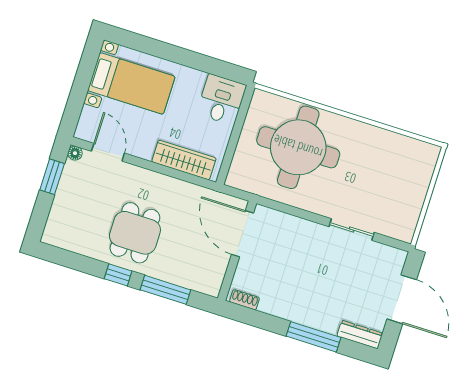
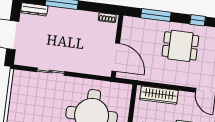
dining table: (135, 233) -> (180, 46), turned 90
window: (118, 275) -> (198, 20), moved

